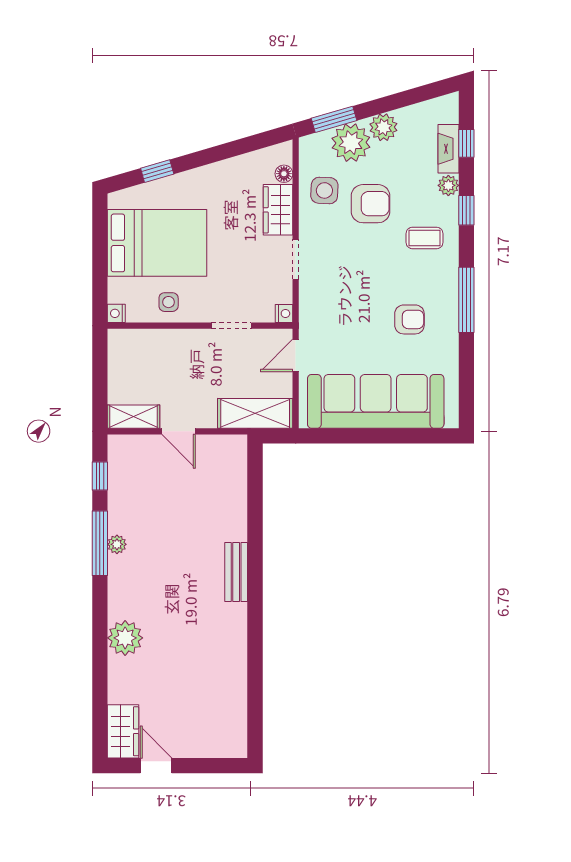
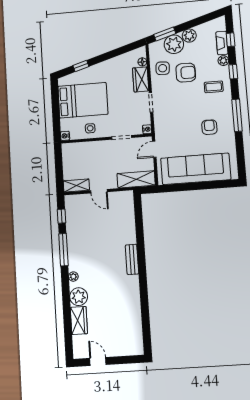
armchair: (409, 319) -> (209, 127), turned -90
plant: (117, 544) -> (73, 277), moved
wardrobe: (123, 731) -> (79, 320), moved

